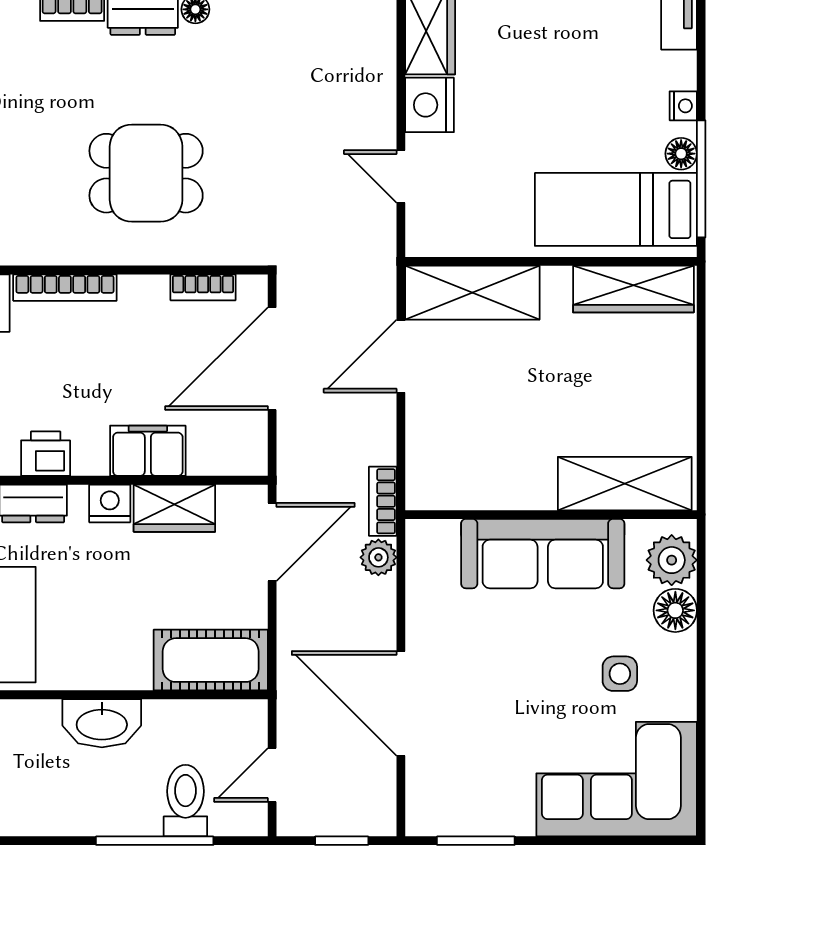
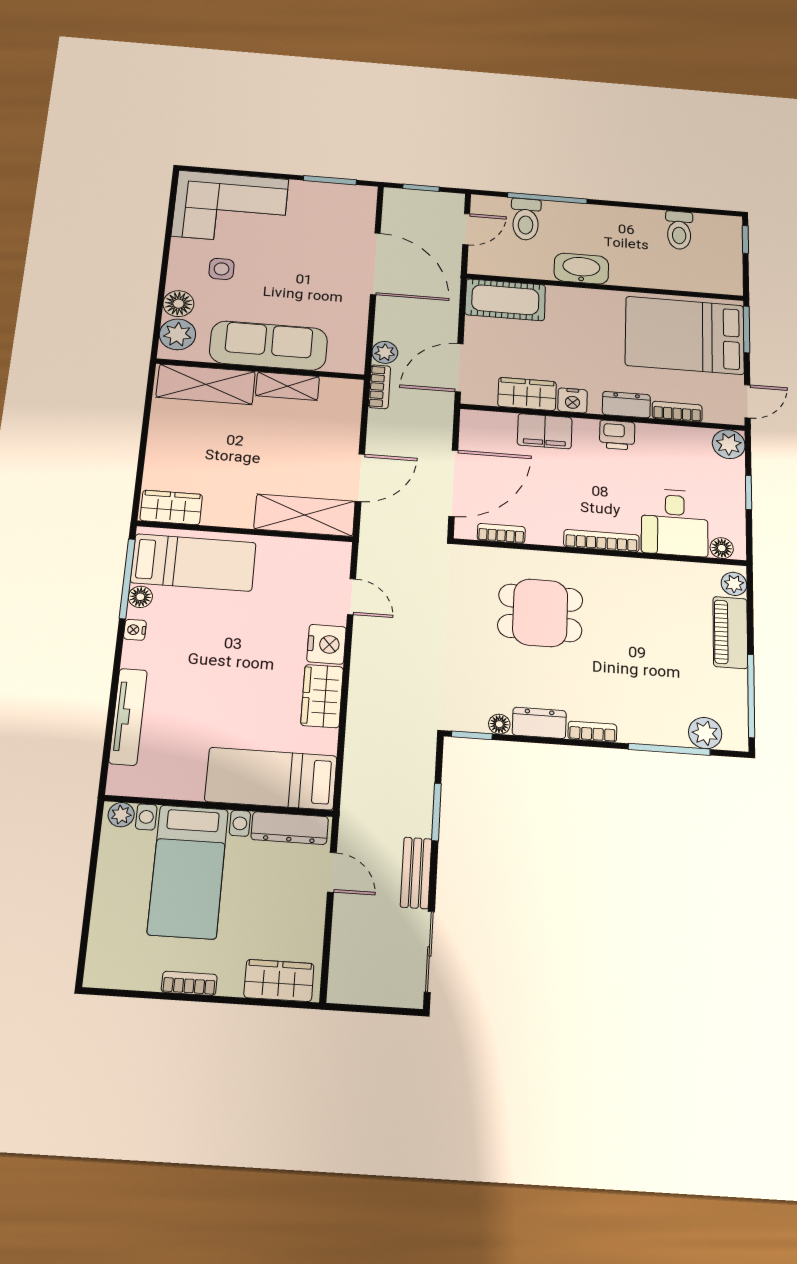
wardrobe: (633, 289) -> (171, 507), width x0.67
shelving: (511, 491) -> (287, 386), added

